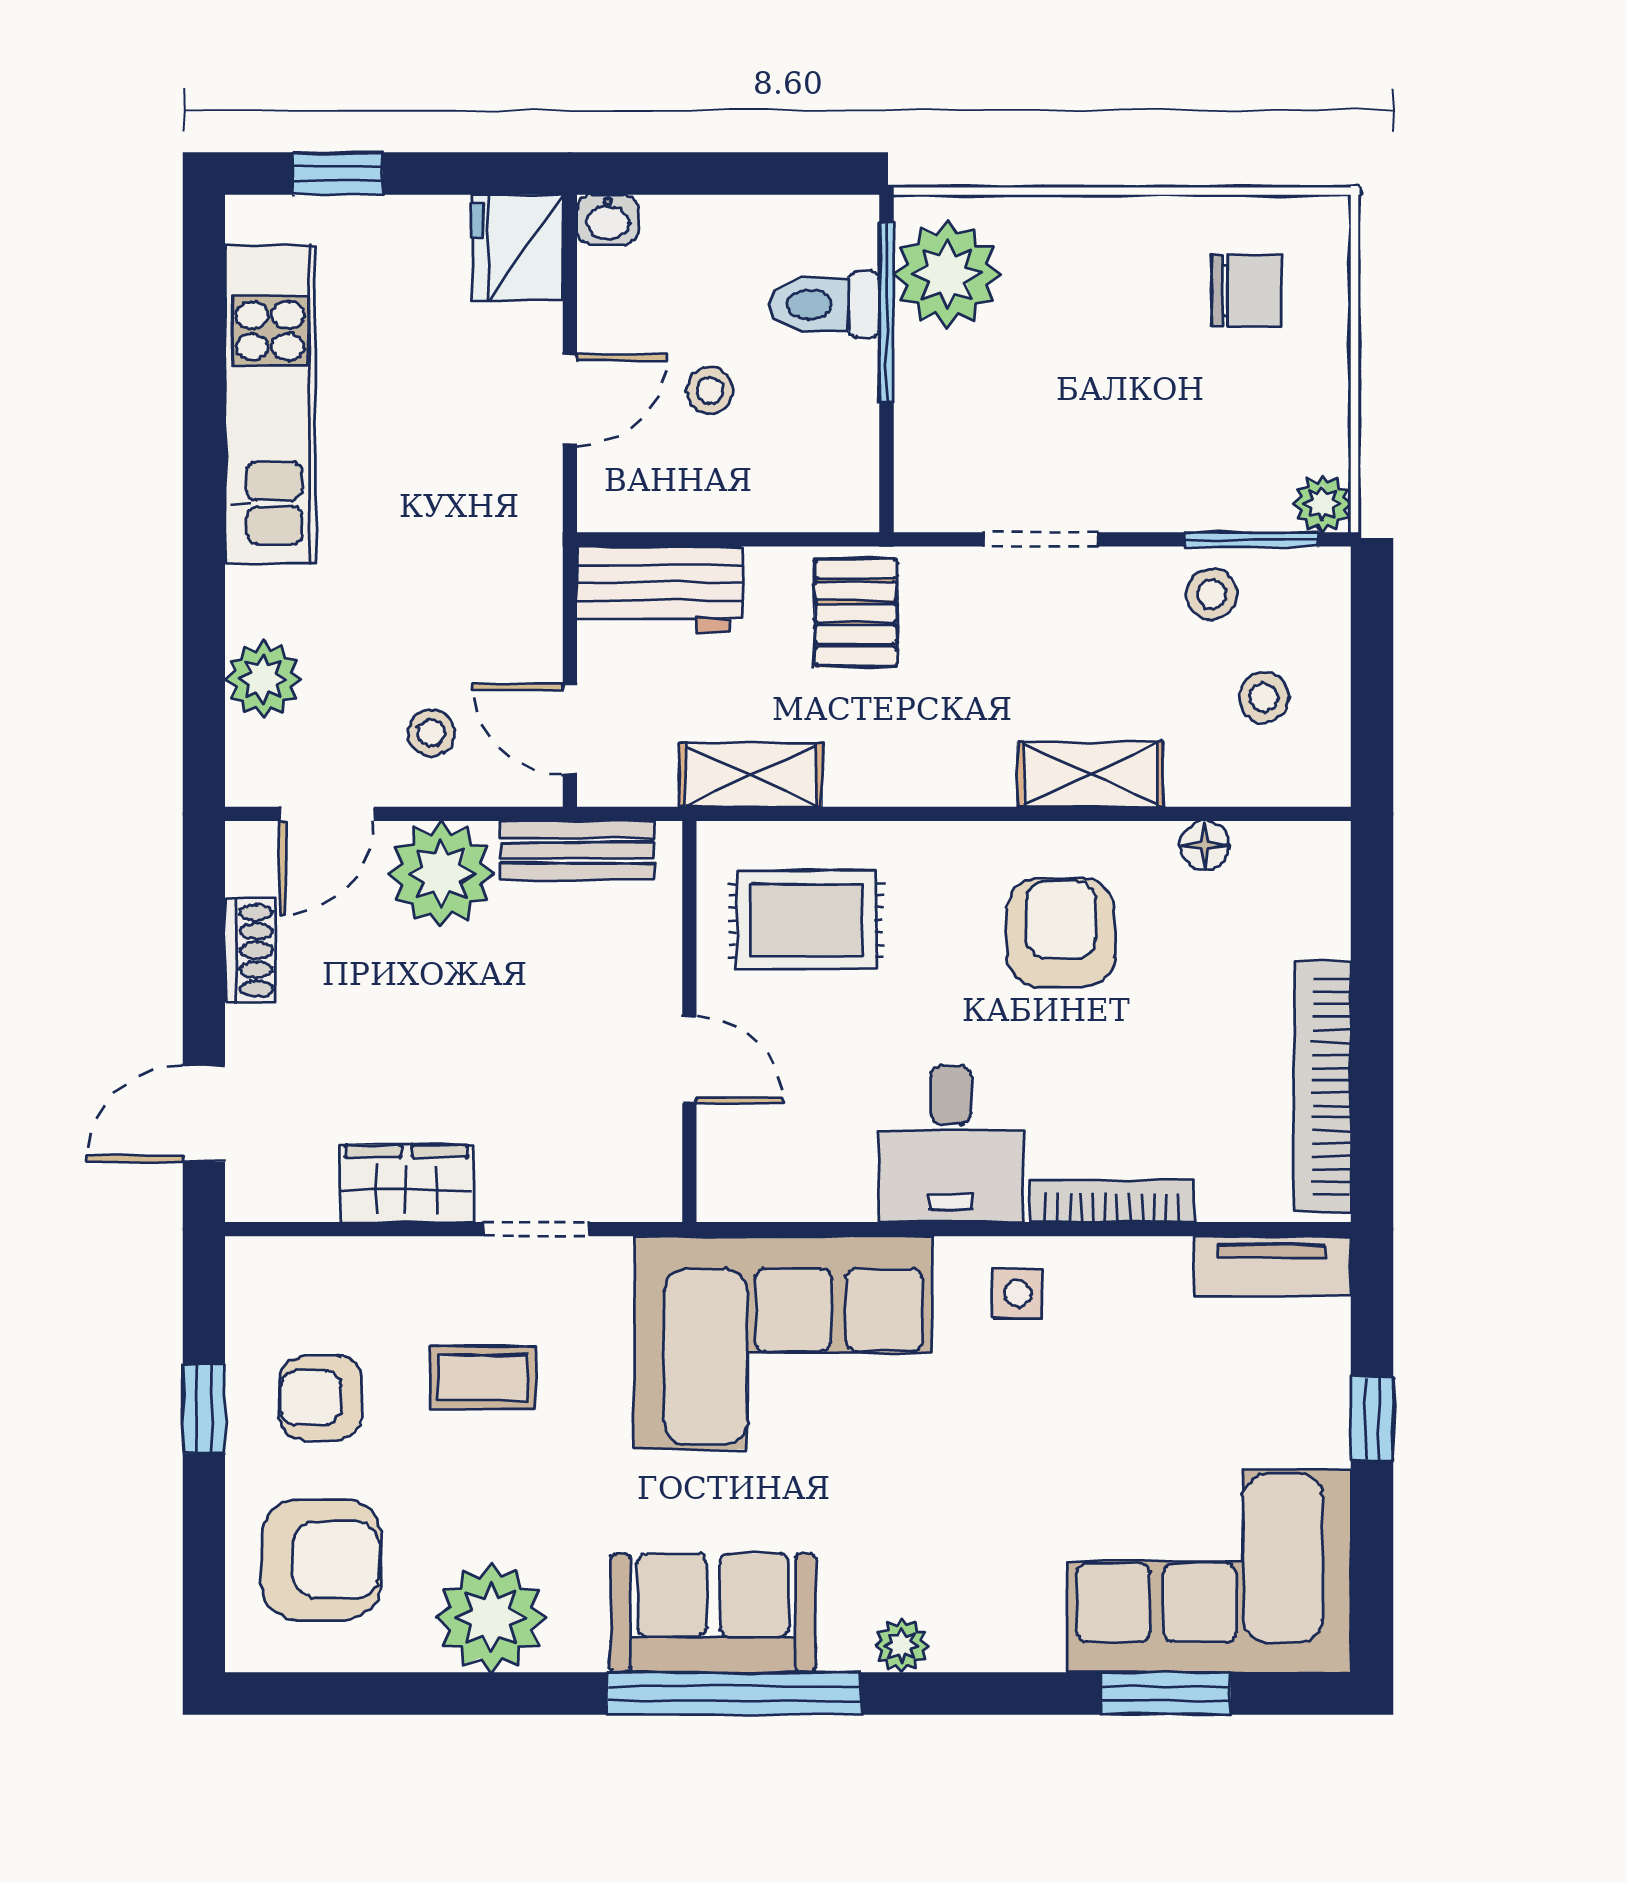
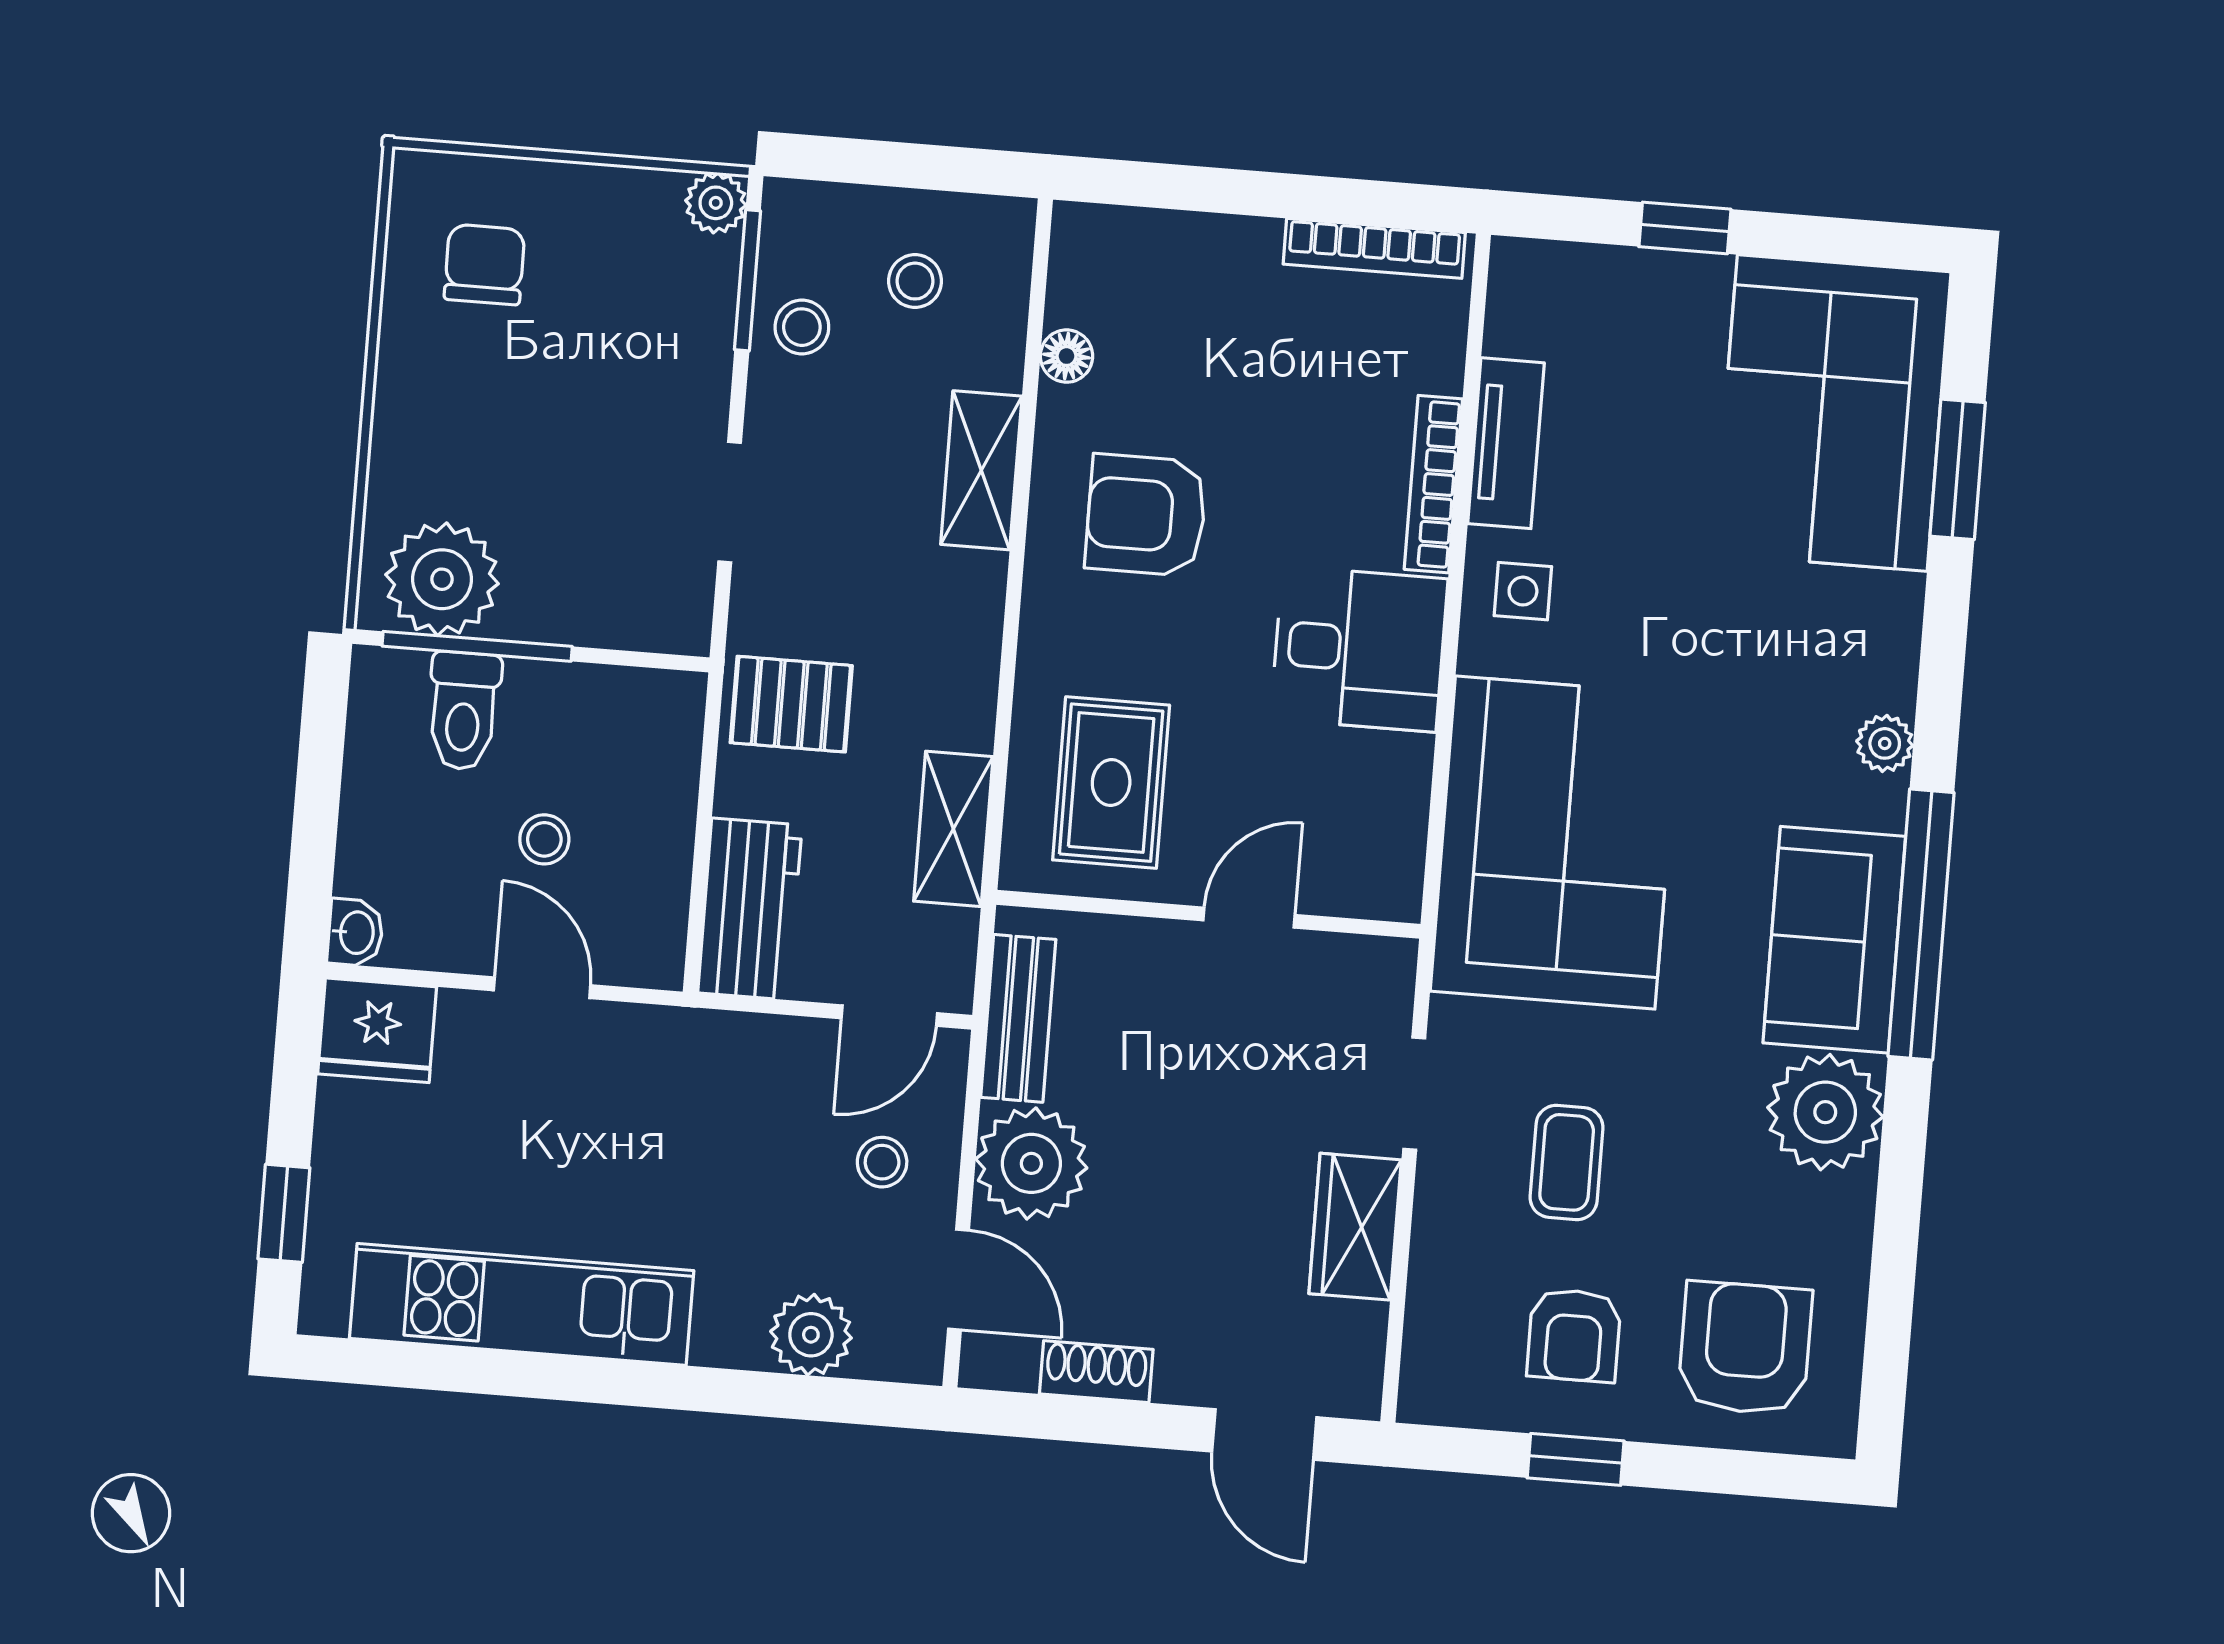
bookcase: (1323, 1087) -> (1374, 248), width x0.68, depth x0.76
tv unit: (1272, 1266) -> (1506, 443), moved
plant: (491, 1618) -> (1825, 1112), moved

